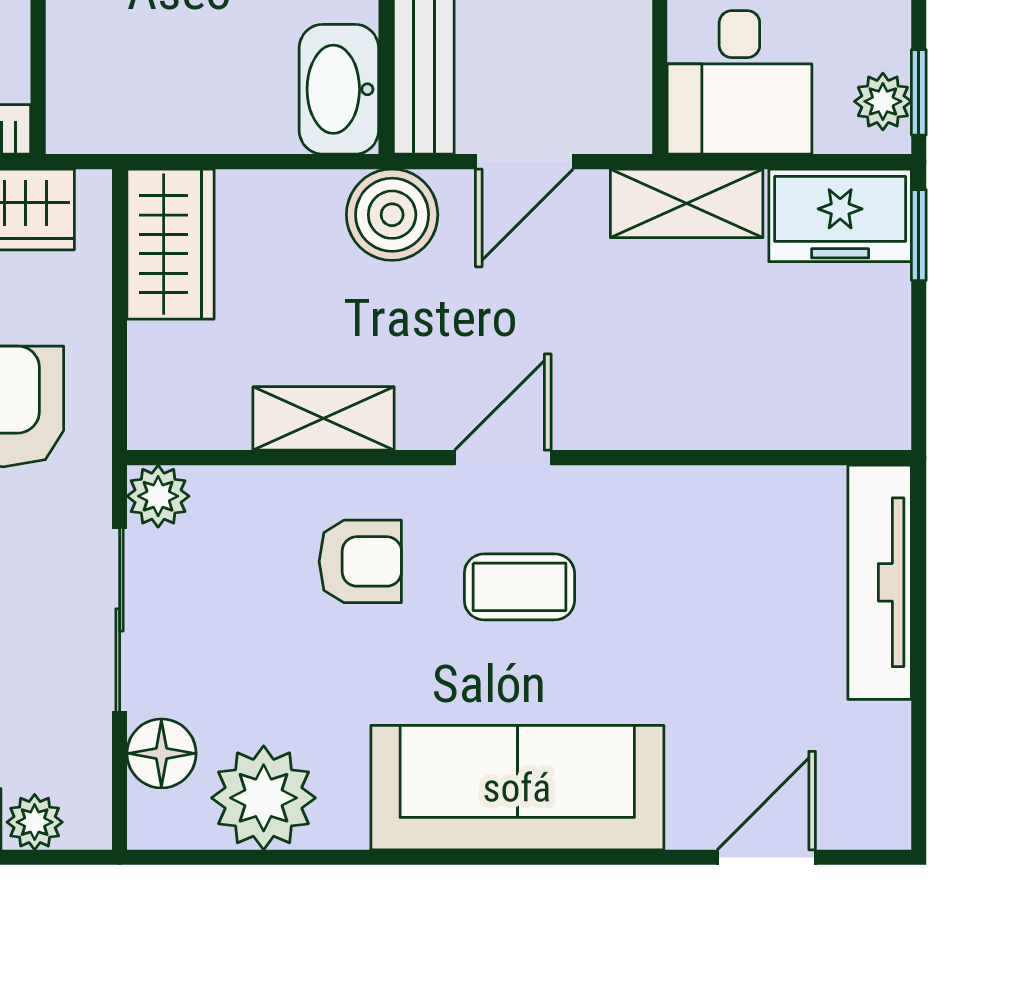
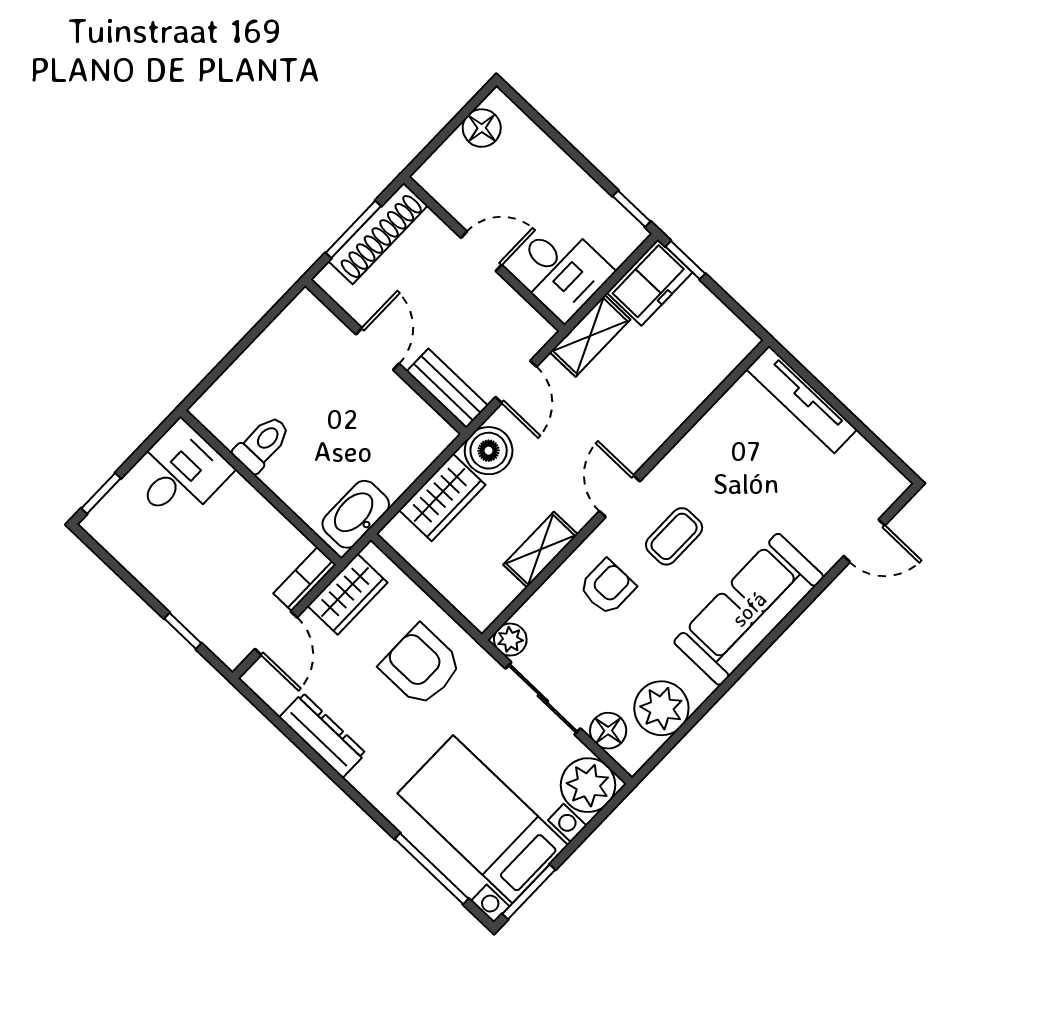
washbasin: (339, 89) -> (356, 514), moved, turned 90
plant: (883, 101) -> (622, 226), removed
wardrobe: (171, 244) -> (442, 497), moved, turned 90
plant: (35, 822) -> (588, 785), width x1.88, depth x1.88
door: (766, 857) -> (864, 541), swing flipped

